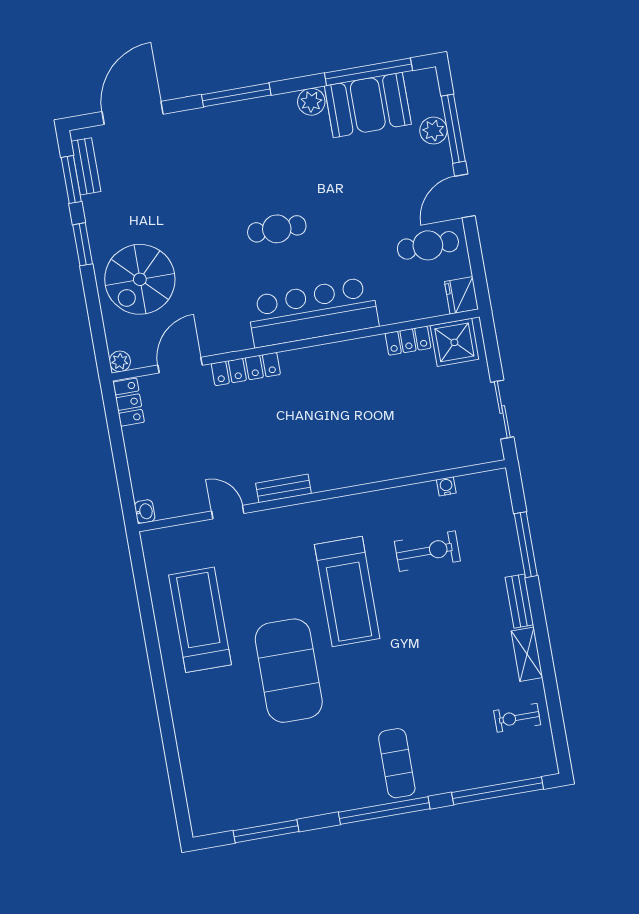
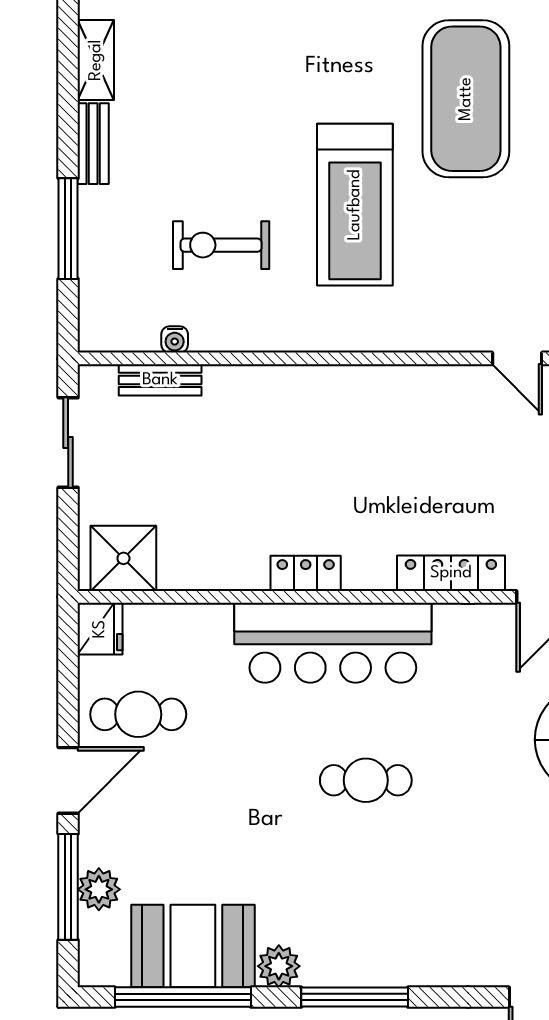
window: (236, 95) -> (355, 997), moved
locker: (408, 341) -> (306, 573), moved
bench: (283, 488) -> (160, 380), moved
treadmill: (347, 591) -> (355, 205), turned 180

